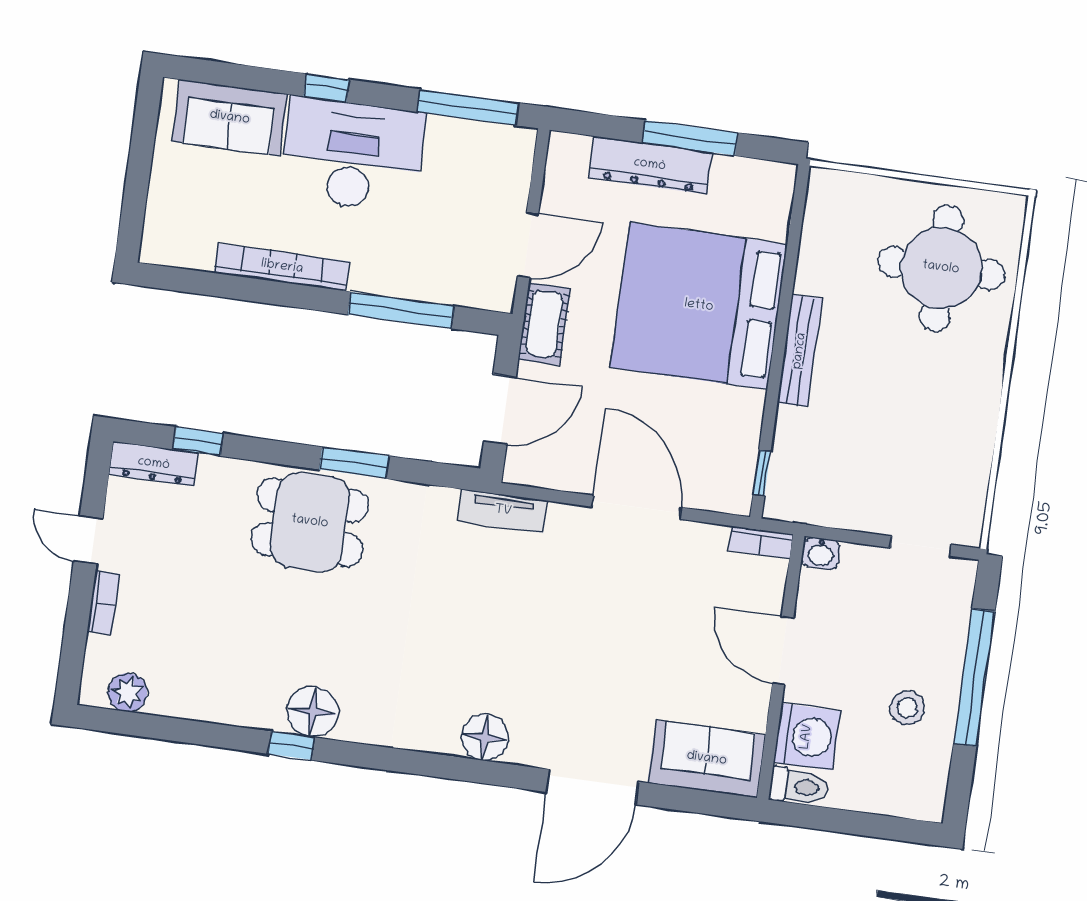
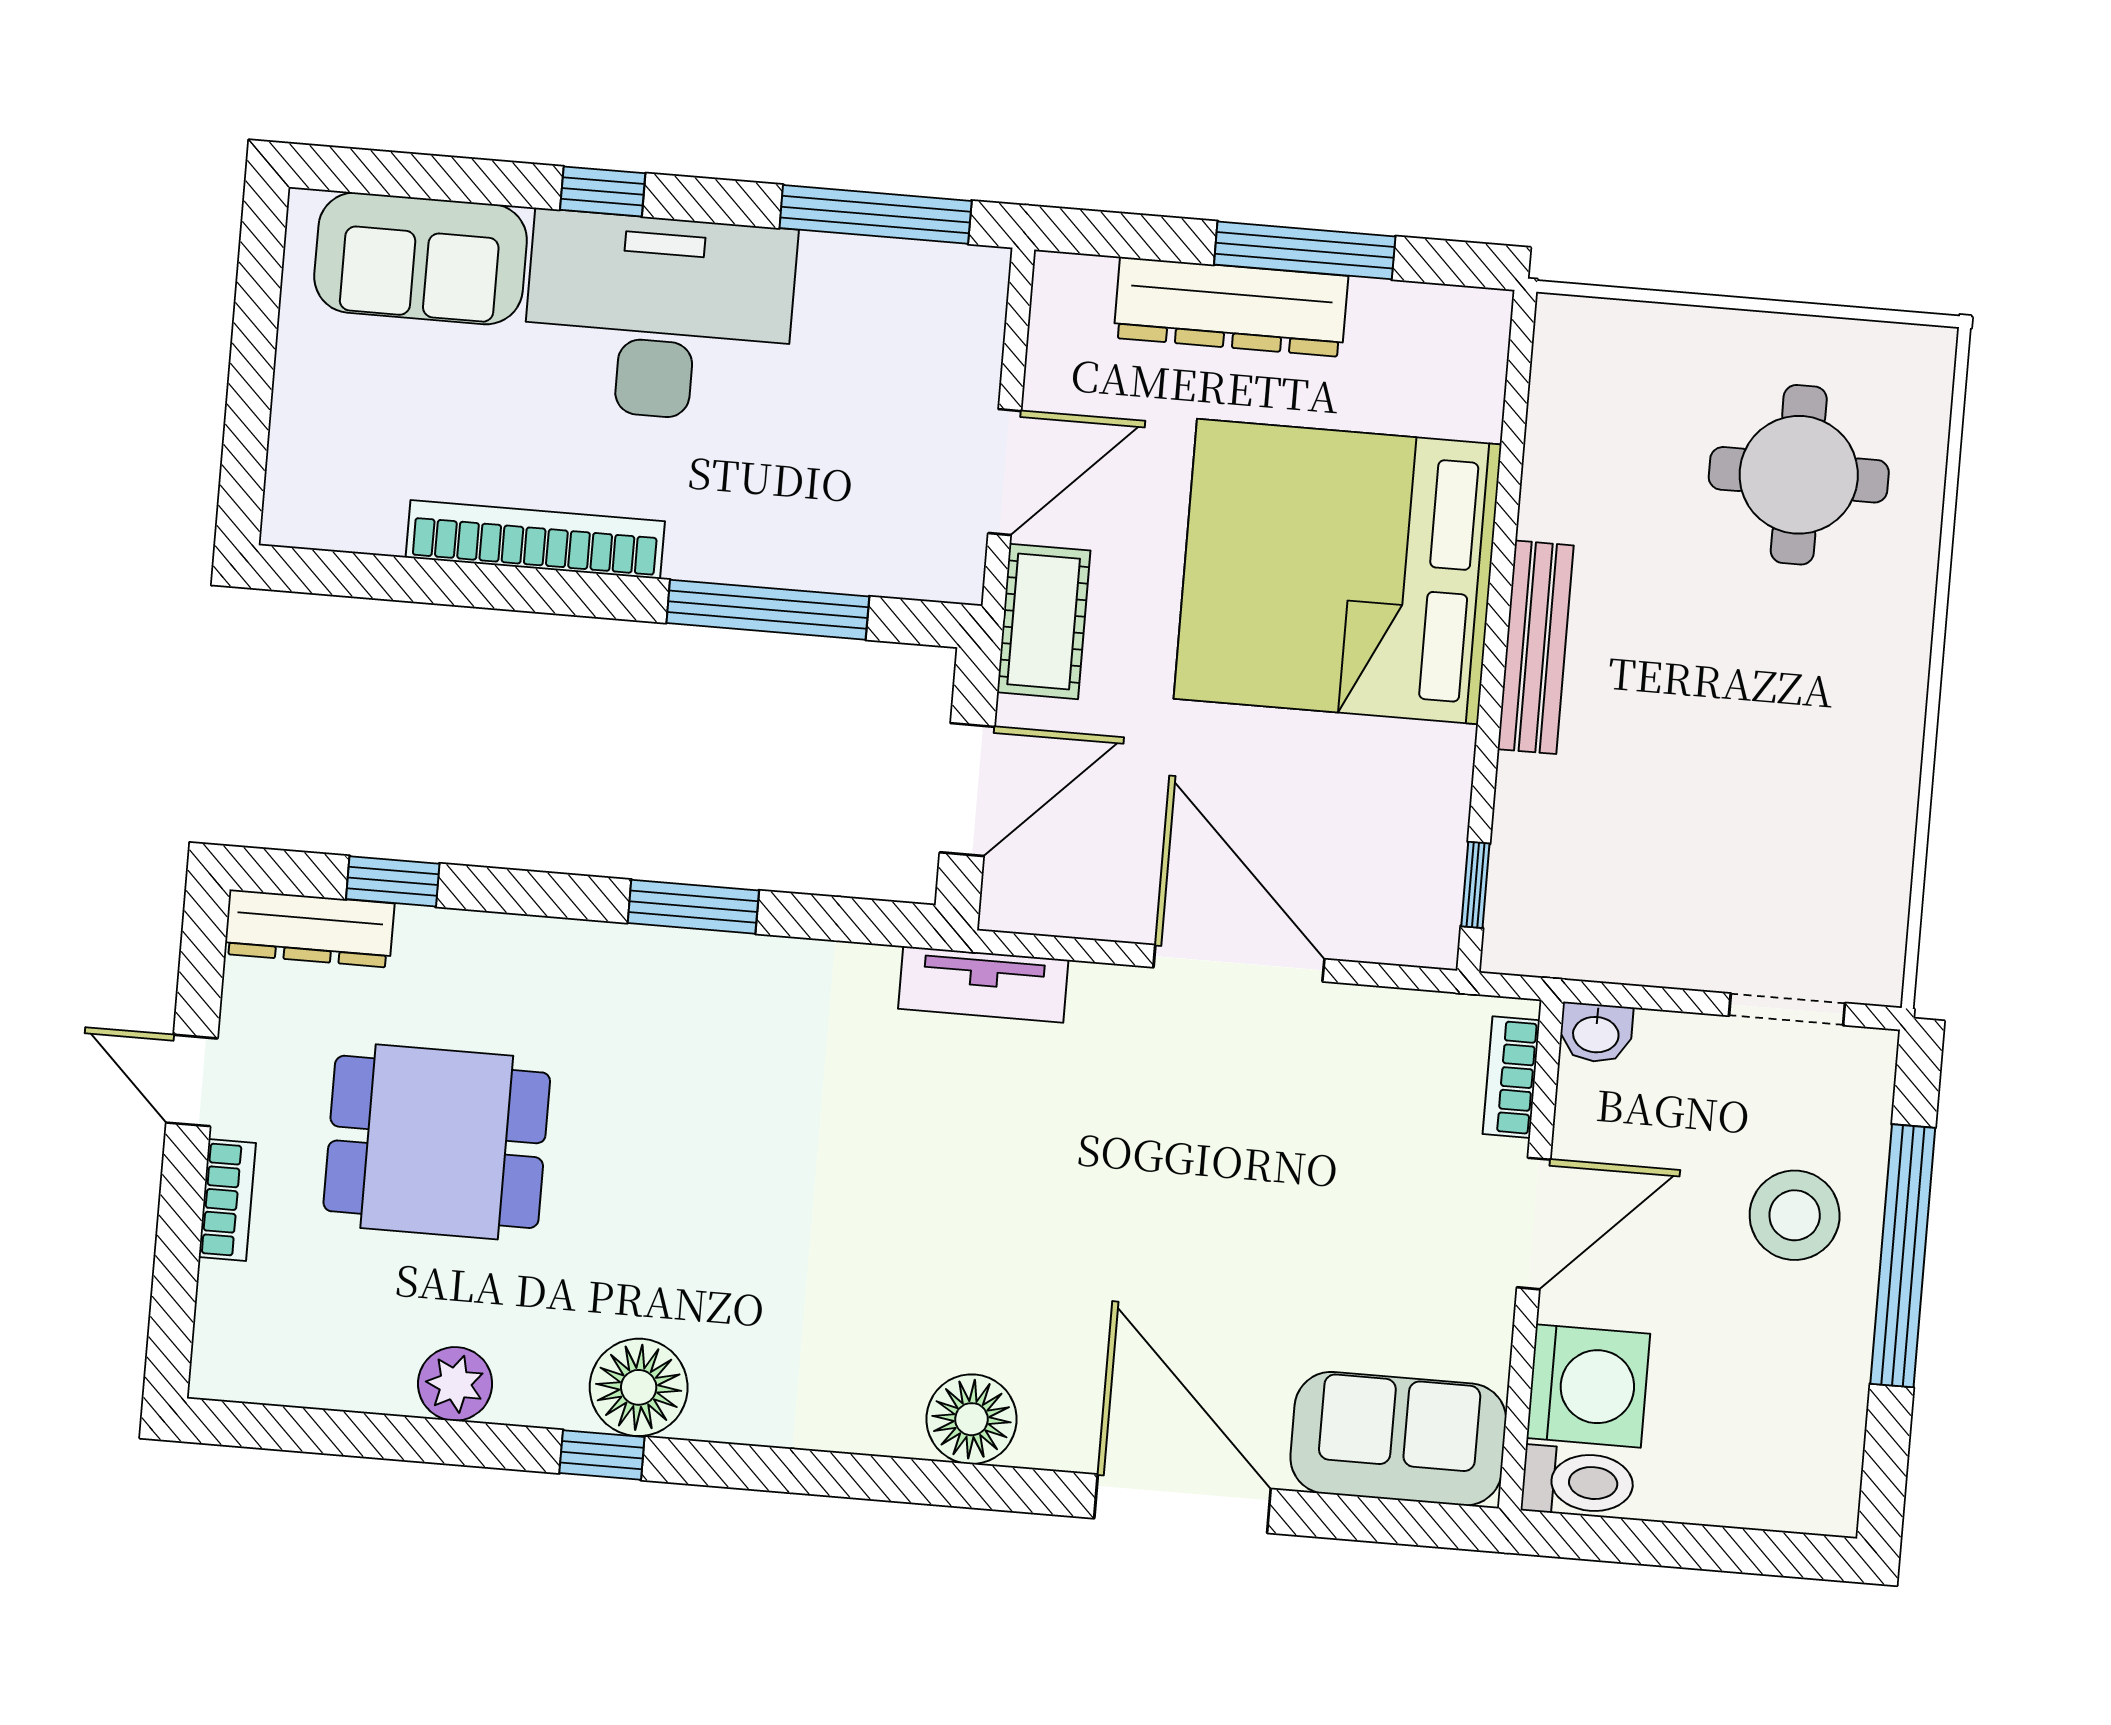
round table: (941, 268) -> (1799, 475), width x0.73, depth x0.73
dining table: (310, 522) -> (437, 1142), moved
bookcase: (761, 542) -> (1511, 1077), moved, turned 90
door: (783, 651) -> (1534, 1223), swing flipped
plant: (128, 692) -> (455, 1384), moved
stool: (907, 708) -> (1795, 1215), moved, width x1.38, depth x1.38
door: (592, 787) -> (1182, 1504), swing flipped

